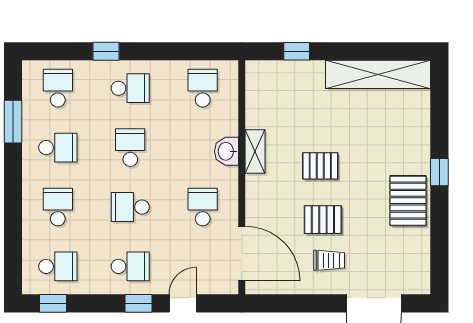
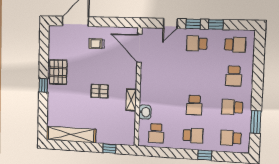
school desk: (58, 88) -> (231, 138), turned 90
school desk: (130, 88) -> (193, 136), turned 180
washbasin: (227, 151) -> (145, 112), moved
school desk: (130, 207) -> (195, 74), removed
school desk: (203, 207) -> (158, 73), removed
pallet: (323, 220) -> (99, 64), removed
school desk: (58, 266) -> (235, 45), turned 180
window: (53, 303) -> (216, 24), moved

